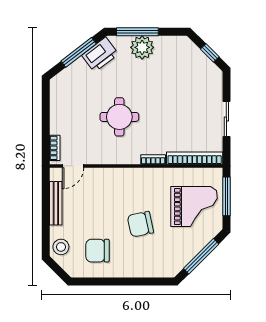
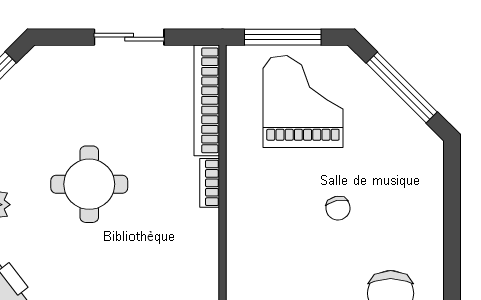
round table: (119, 117) -> (89, 184), moved
chair: (140, 224) -> (338, 208), width x0.54, depth x0.54

